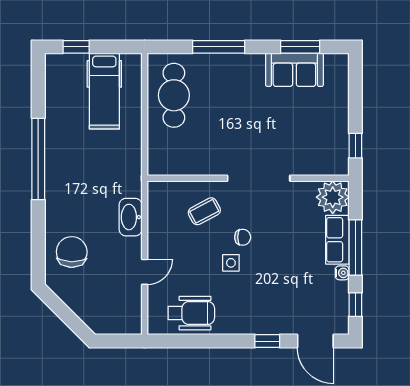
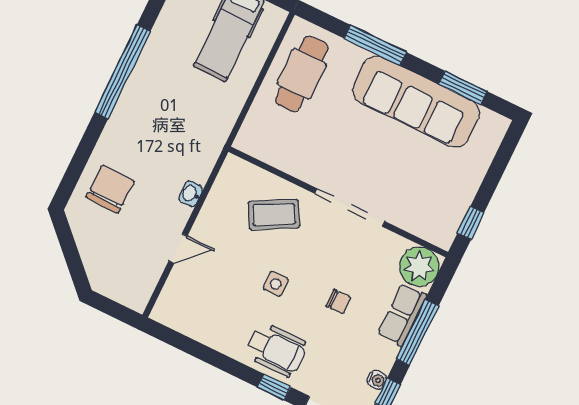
sofa: (294, 70) -> (416, 102), width x1.85, depth x1.27
coffee table: (204, 211) -> (274, 215), width x1.36, depth x1.30
washbasin: (131, 217) -> (191, 194), width x0.52, depth x0.69
chair: (243, 237) -> (339, 302), moved
water cooler: (342, 273) -> (377, 380), moved
wheelchair: (191, 313) -> (276, 350), moved

